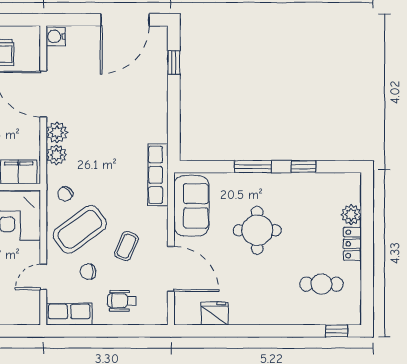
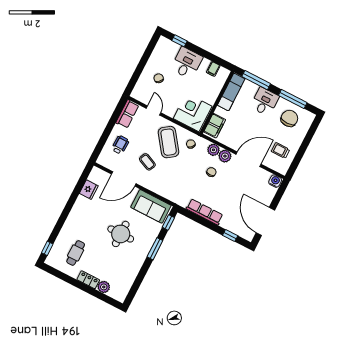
window: (303, 167) -> (168, 222), moved
row of seats: (158, 175) -> (205, 212), moved
chair: (88, 272) -> (211, 172), moved

